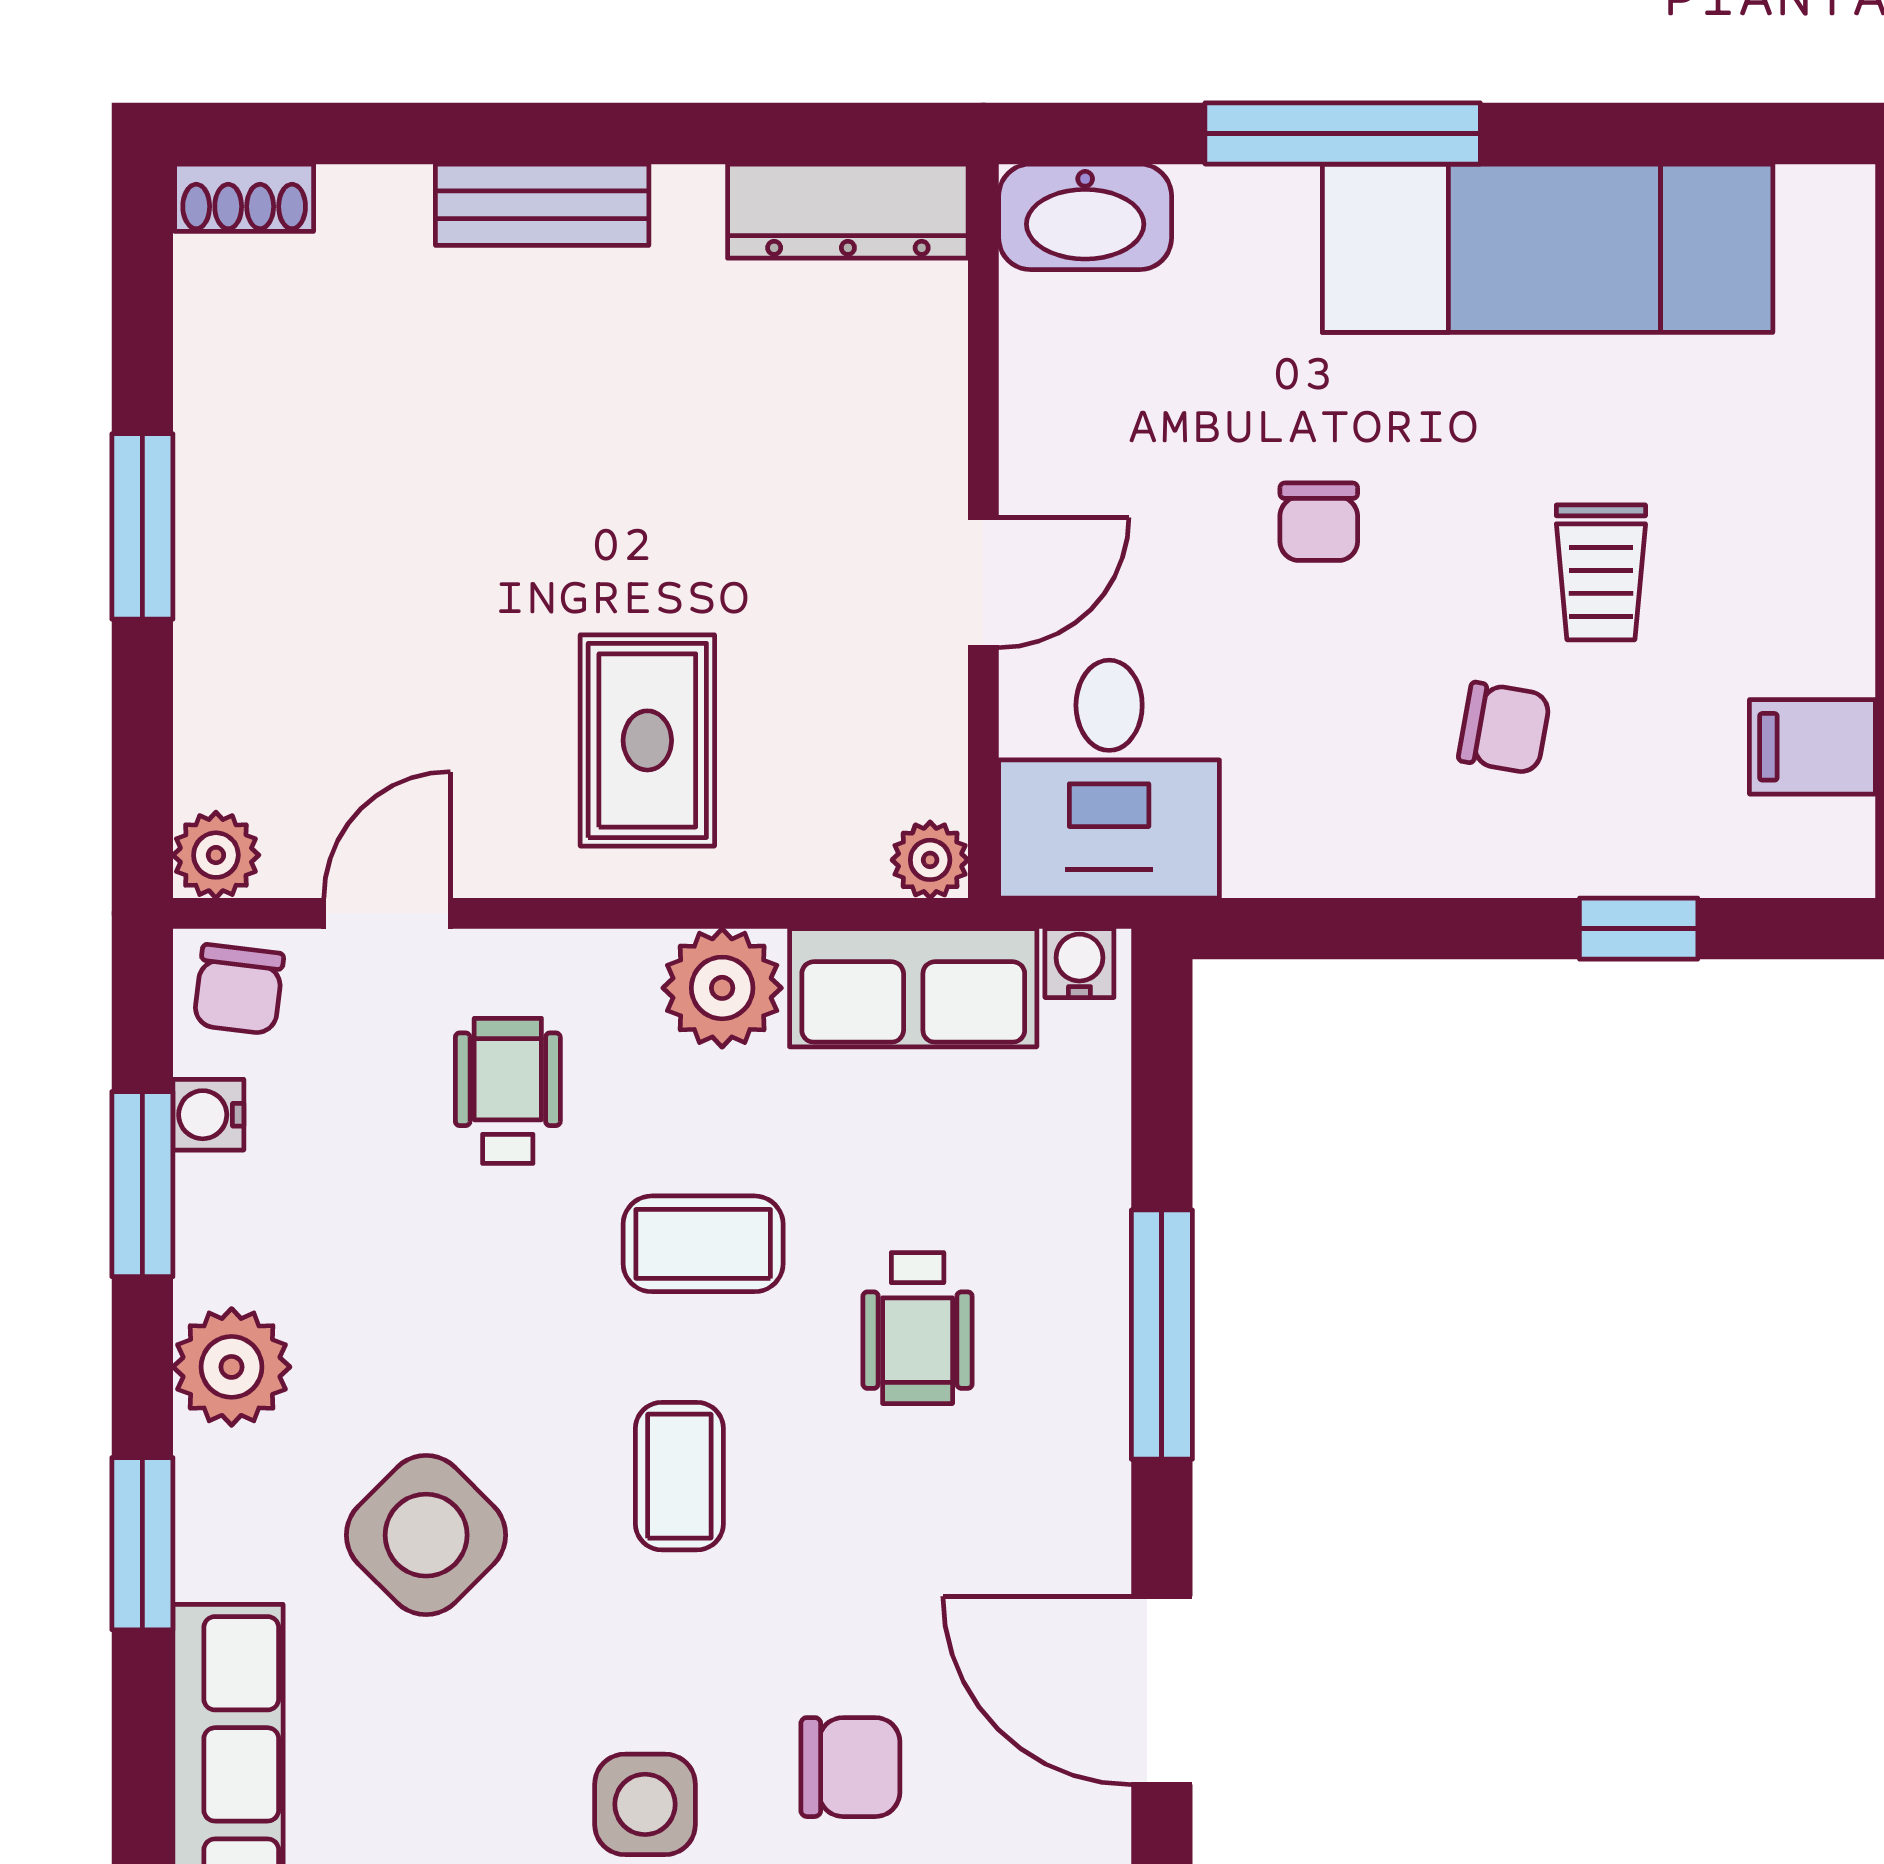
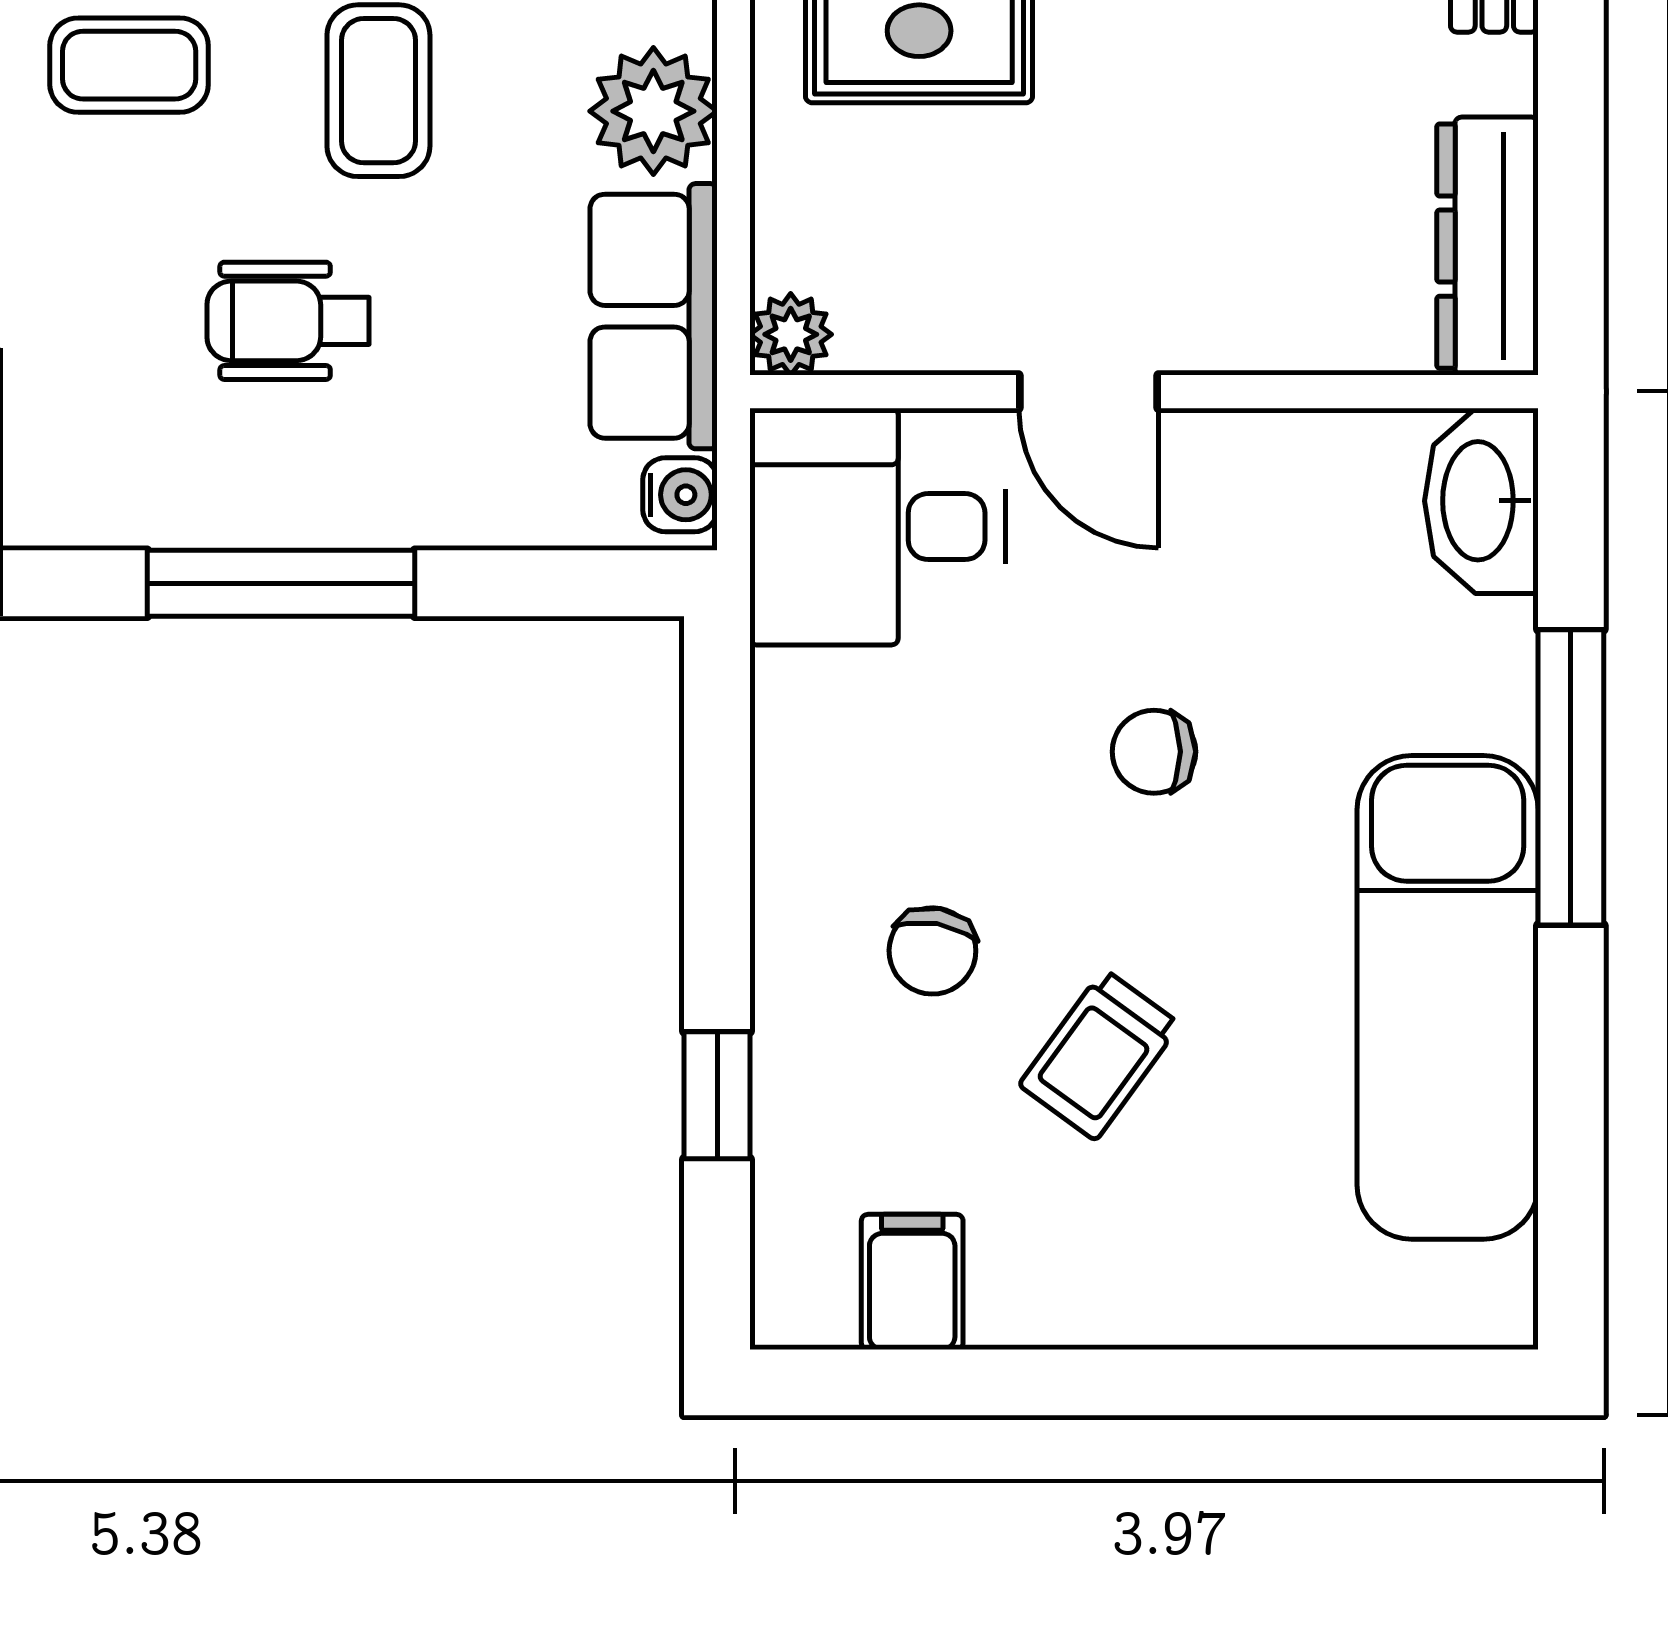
trolley: (1601, 572) -> (1100, 1055), turned -54

